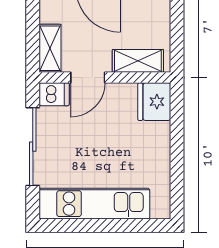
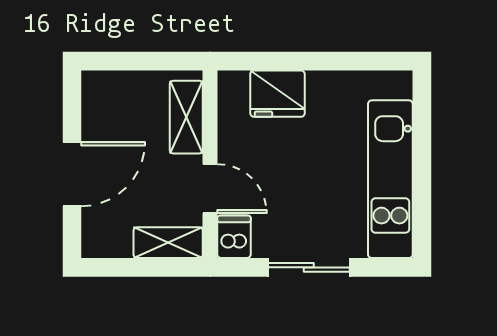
fridge: (154, 102) -> (278, 94), moved
sliding door: (33, 147) -> (309, 267), width x0.73

